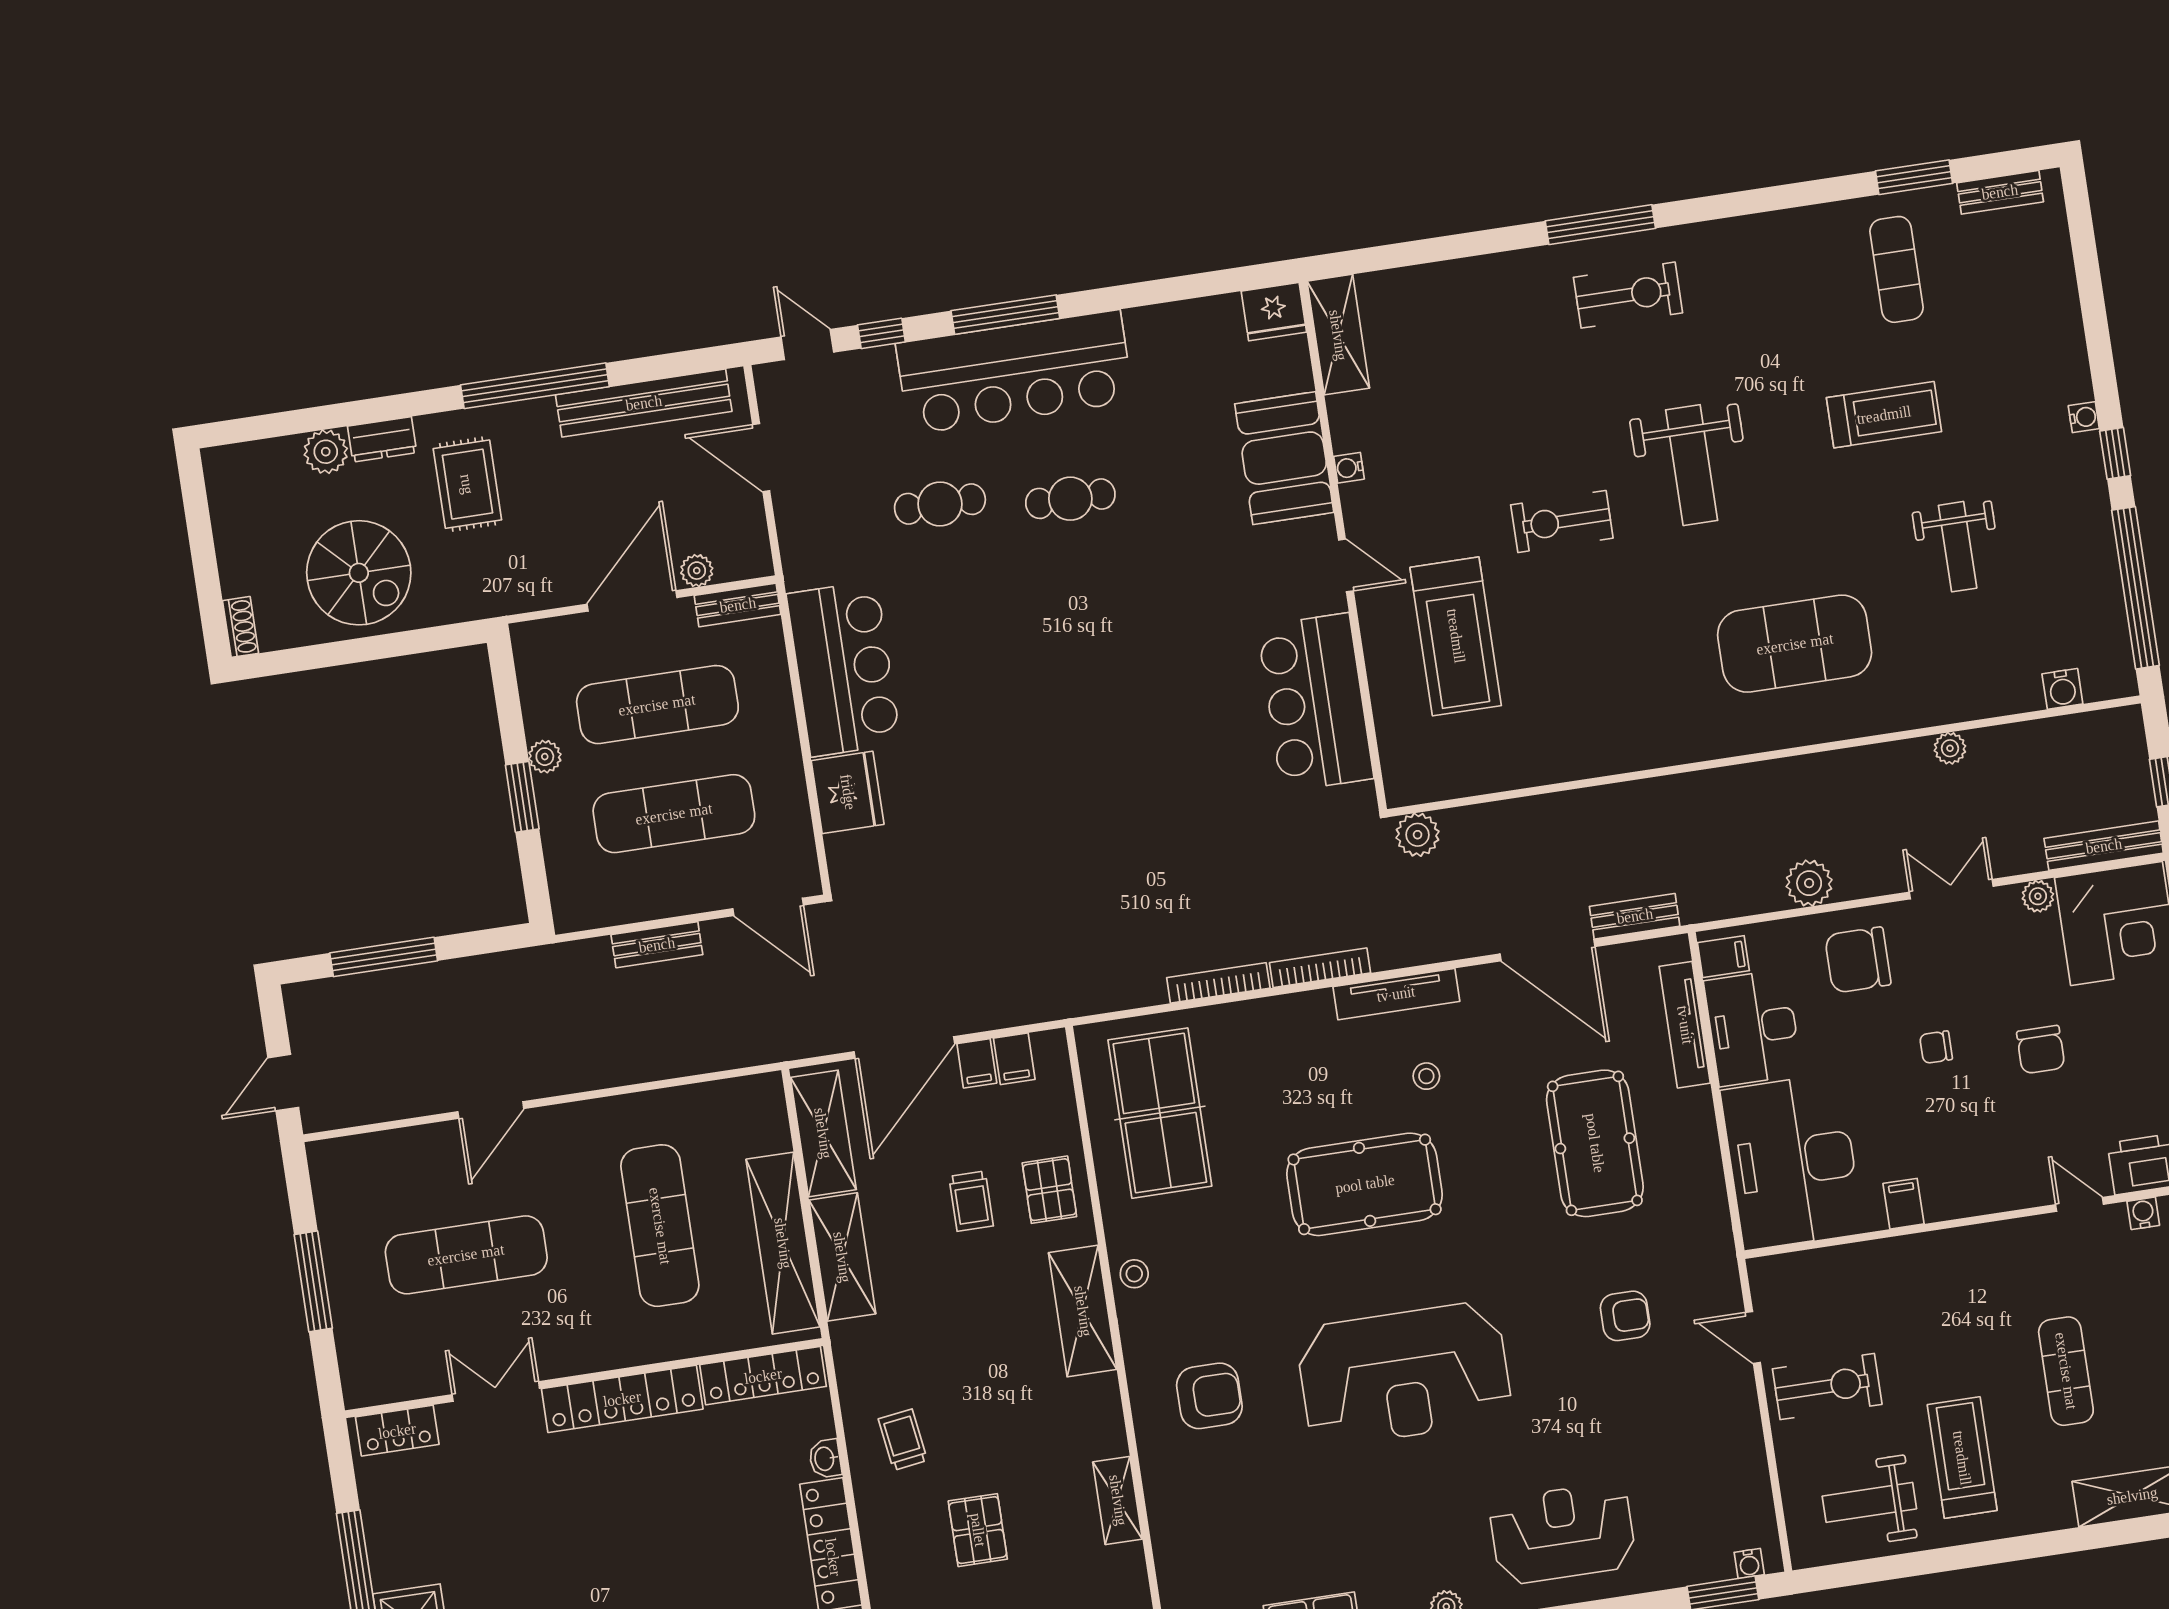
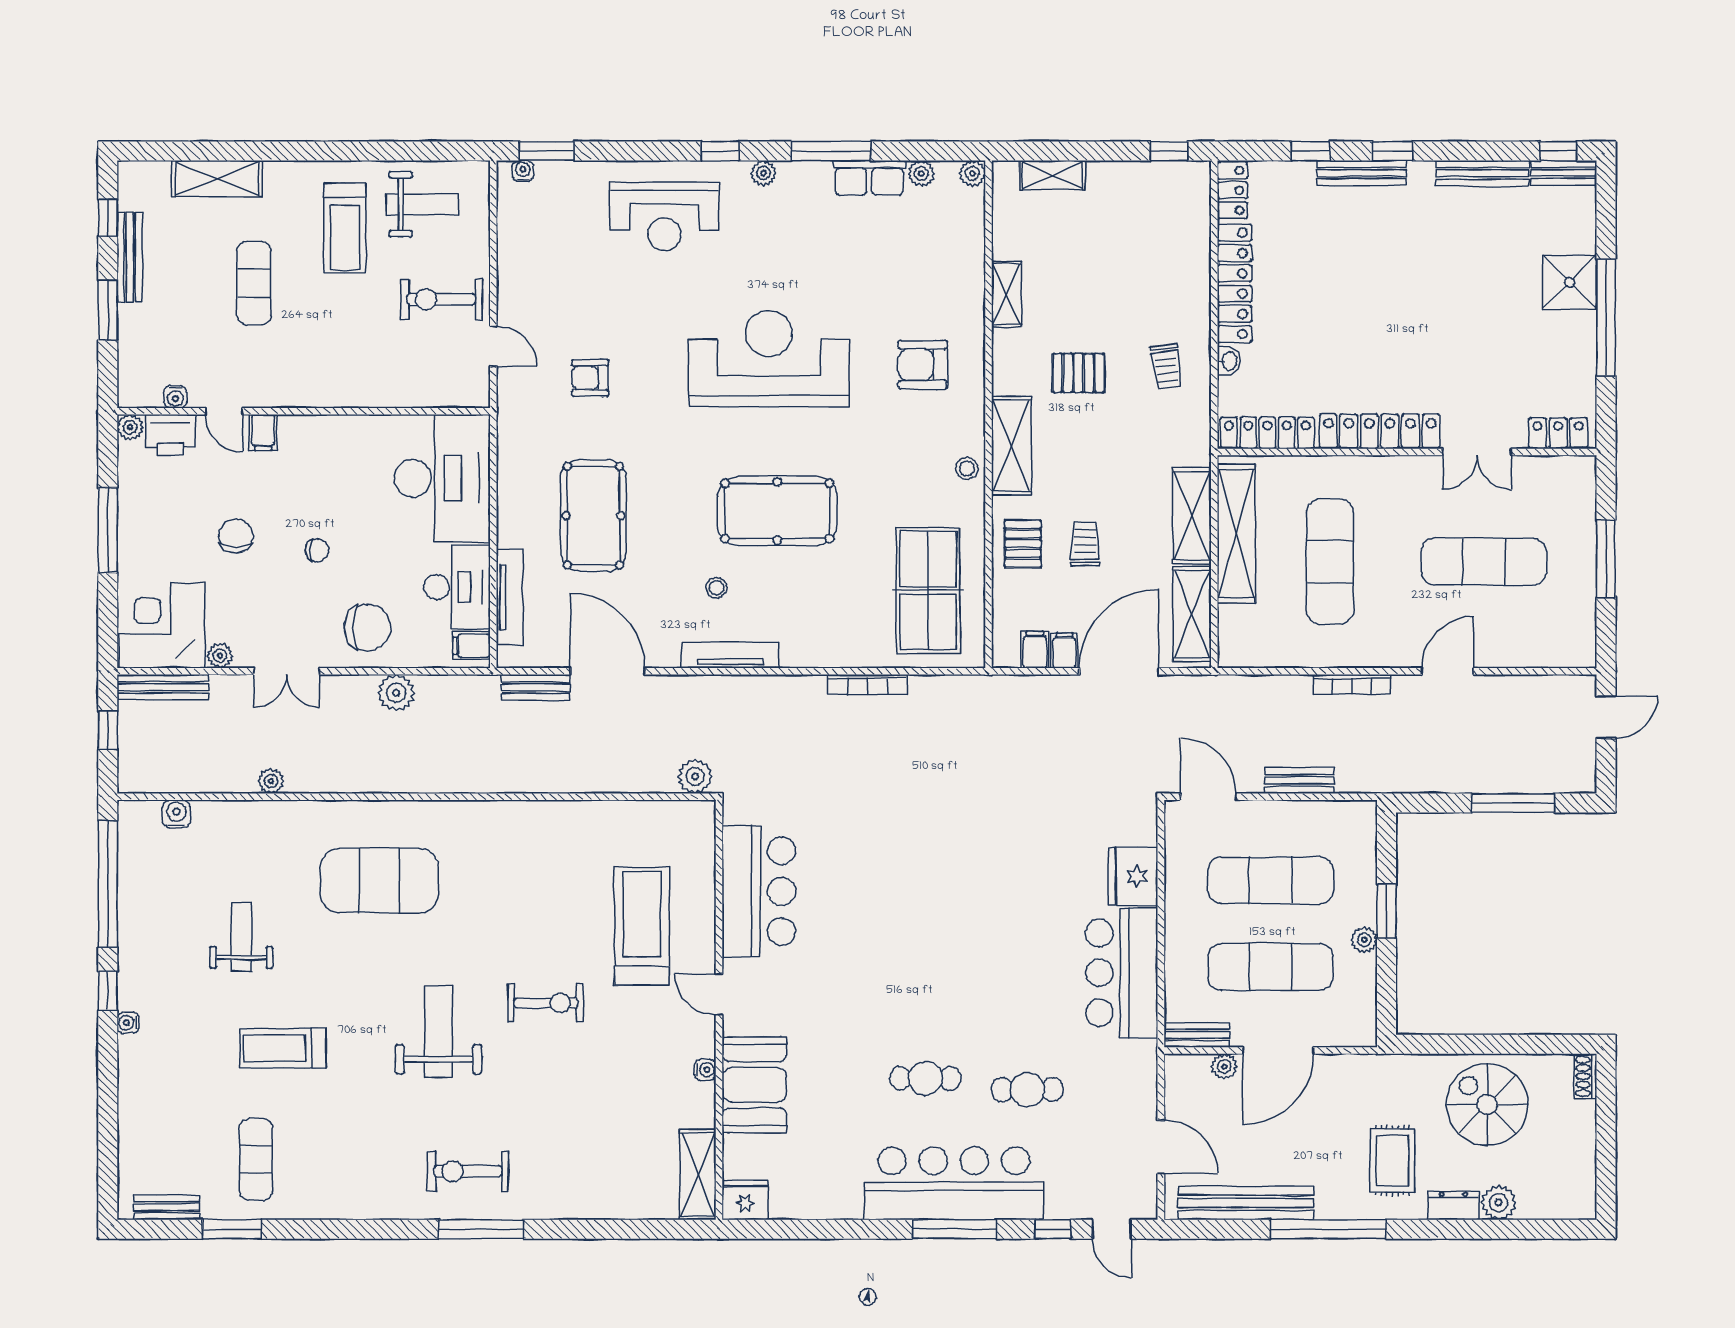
bookcase: (1320, 968) -> (1352, 684), moved
filing cabinet: (1903, 1204) -> (263, 432), moved
pallet: (978, 1530) -> (1078, 373), moved, turned 90

